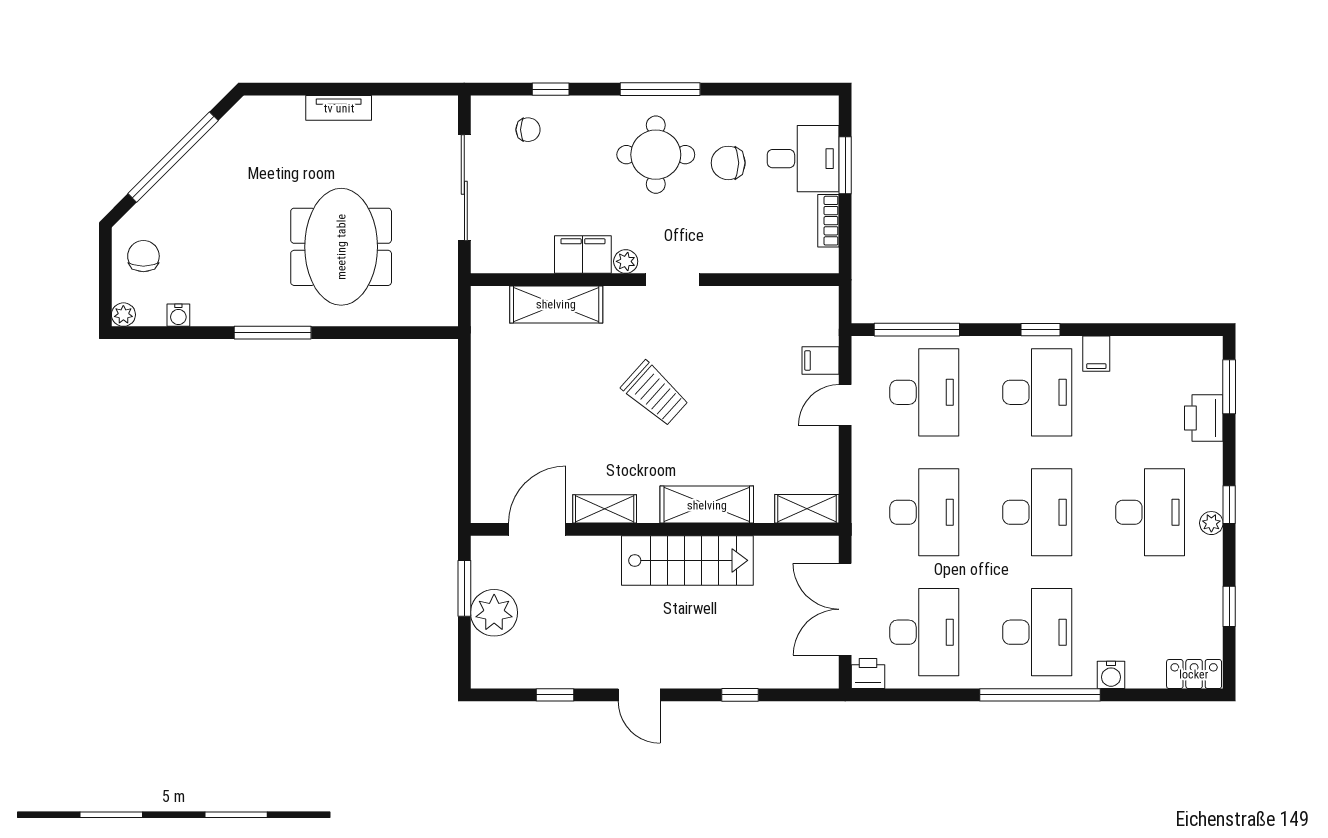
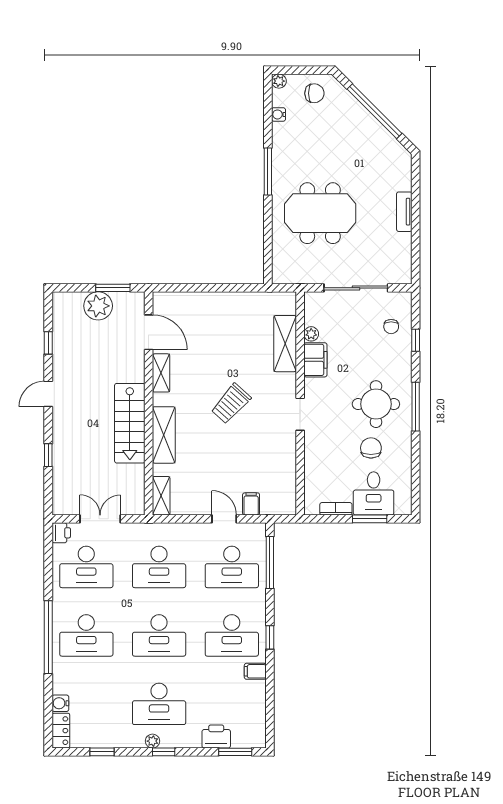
plant: (626, 261) -> (311, 334), moved
double door: (845, 609) -> (100, 519), width x0.73
water cooler: (1111, 675) -> (60, 703), moved

